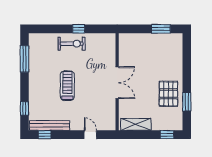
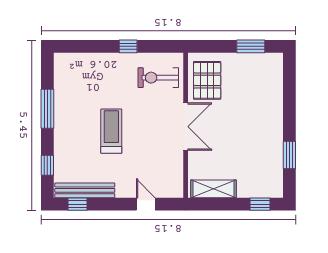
exercise bike: (72, 44) -> (158, 78), moved, turned 180
window: (24, 59) -> (47, 109), moved
pallet: (168, 94) -> (207, 80), moved

